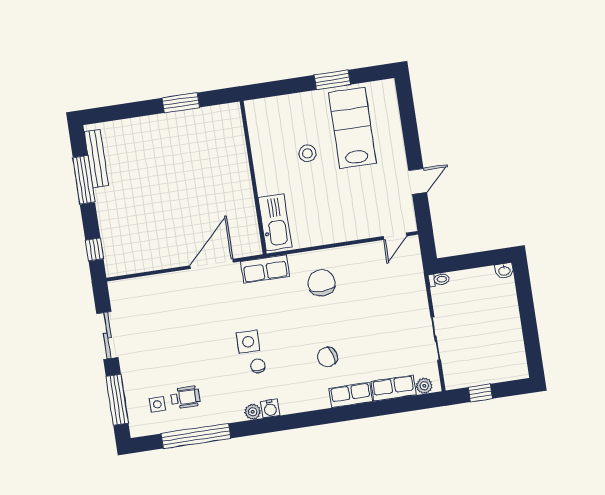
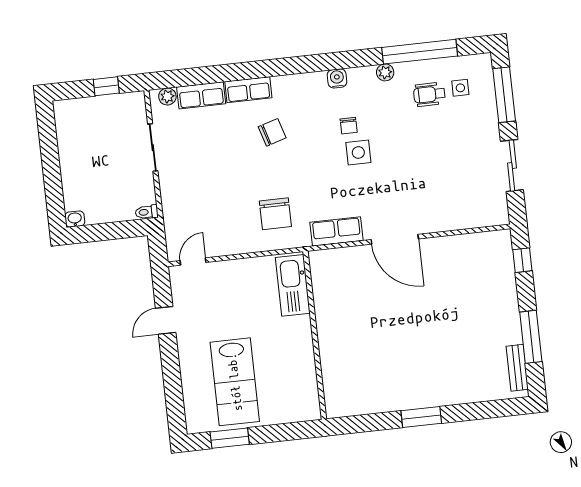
window: (332, 80) -> (230, 438), moved
stool: (307, 153) -> (285, 356), removed
bench: (96, 159) -> (517, 368), width x0.73
wall: (253, 178) -> (315, 335), moved
kitchen sink: (275, 222) -> (293, 285), moved
door: (212, 264) -> (395, 239), hinge flipped
plant: (253, 412) -> (385, 72), moved

